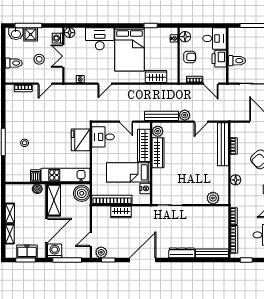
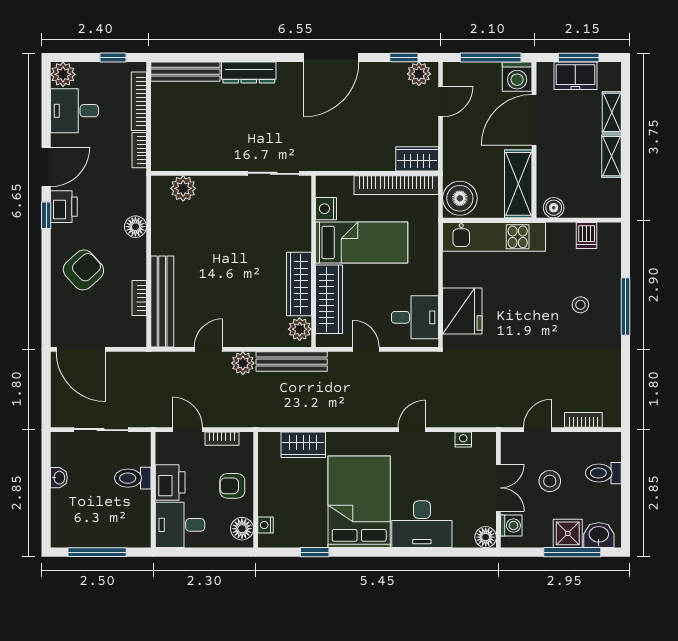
dishwasher: (36, 176) -> (587, 235), moved
wardrobe: (121, 212) -> (417, 159), moved

